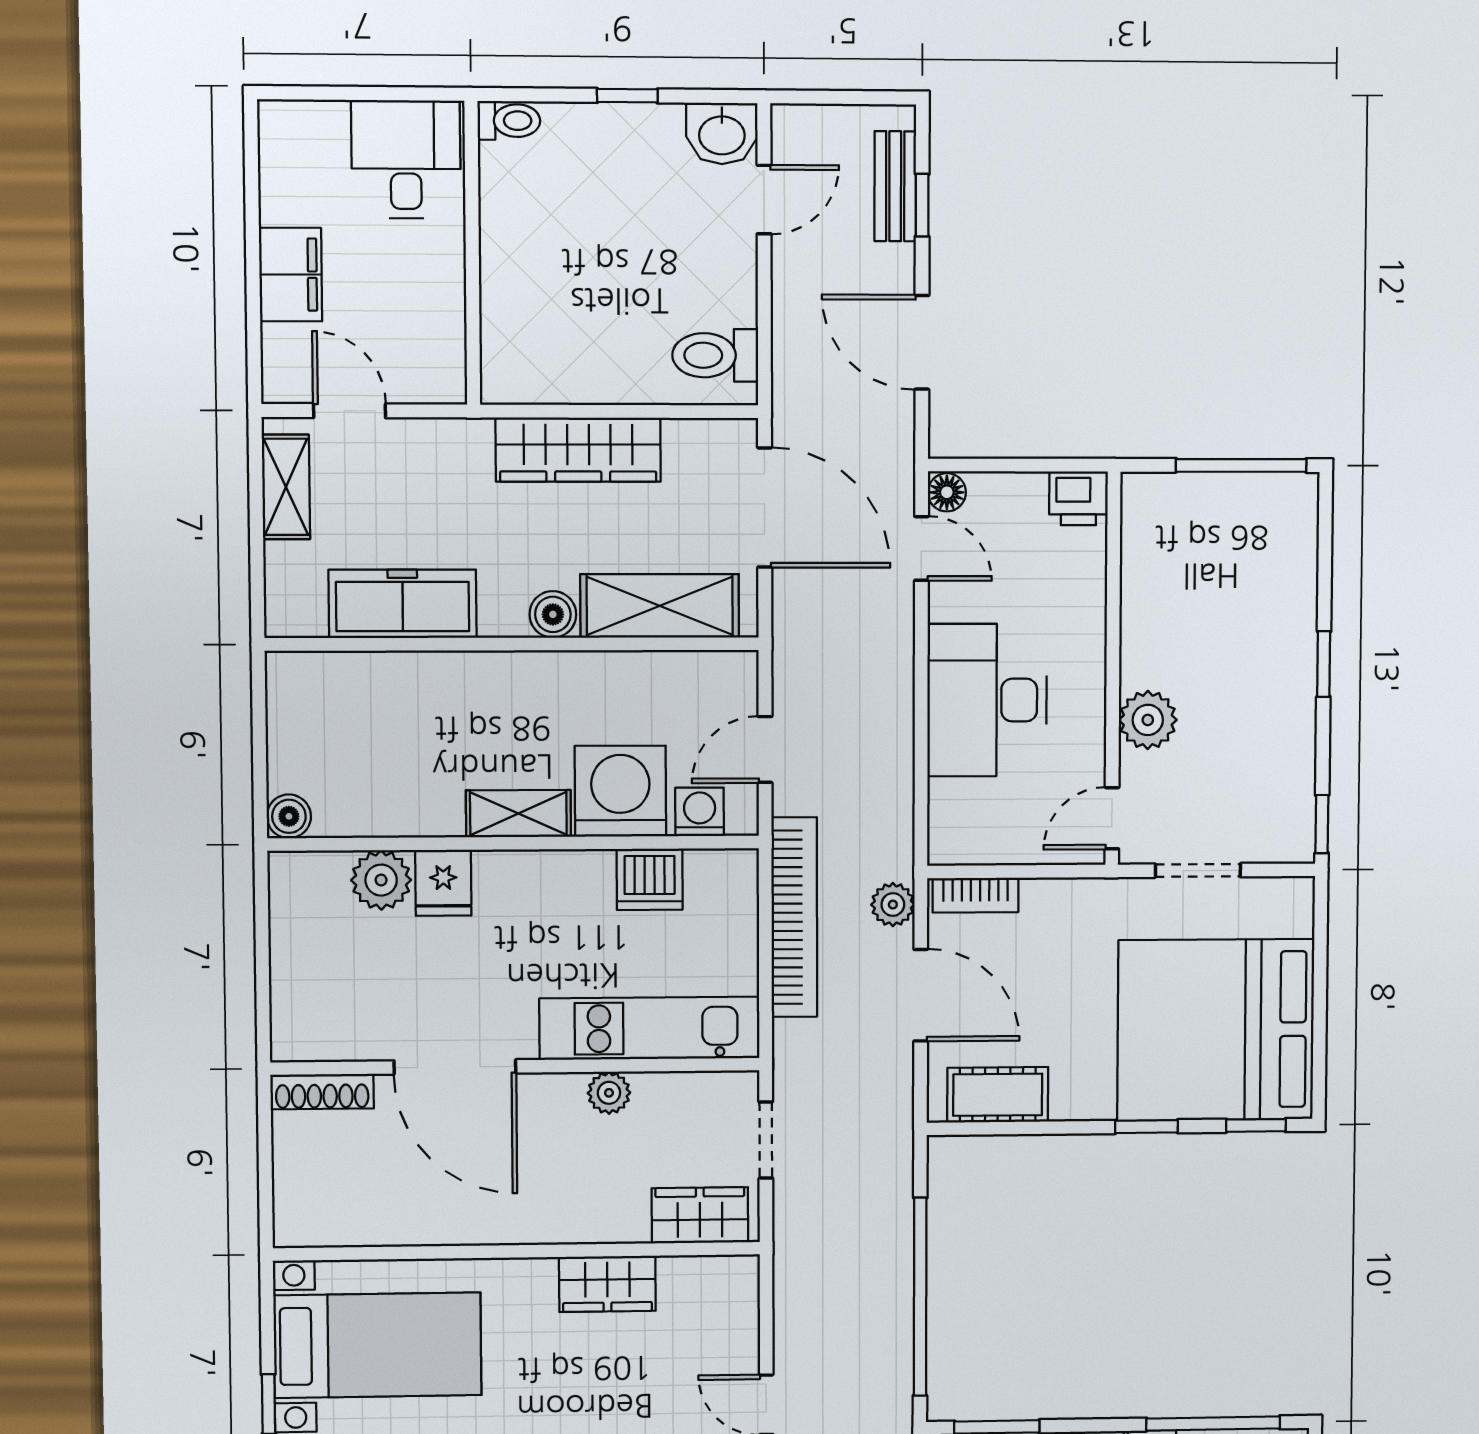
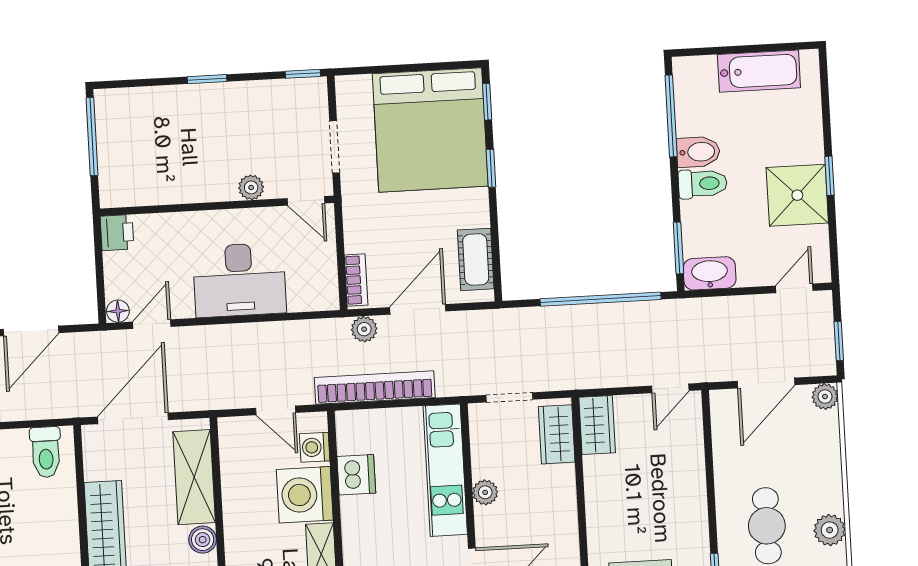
plant: (1148, 720) -> (251, 187), width x0.73, depth x0.73
wardrobe: (607, 1284) -> (597, 425), moved

